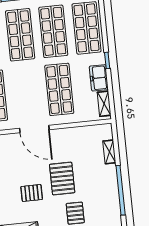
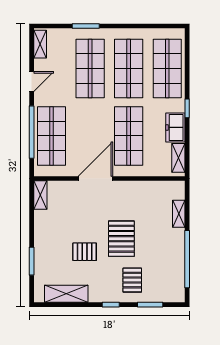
door: (34, 129) -> (95, 179), swing flipped

